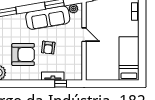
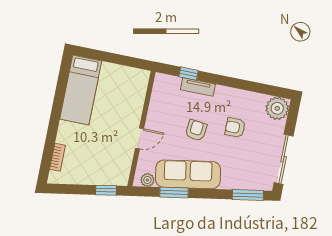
door: (84, 35) -> (139, 138), swing flipped
armchair: (23, 55) -> (235, 128), width x0.53, depth x0.53

